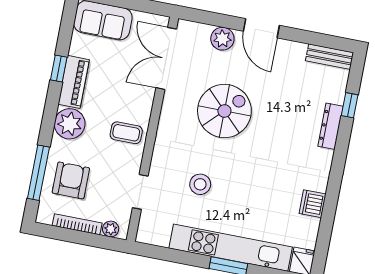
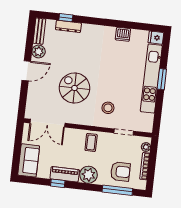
plant: (222, 39) -> (39, 52), moved
dresser: (331, 126) -> (68, 26), moved
armchair: (71, 180) -> (120, 172), turned 180
stool: (200, 184) -> (108, 108), moved

